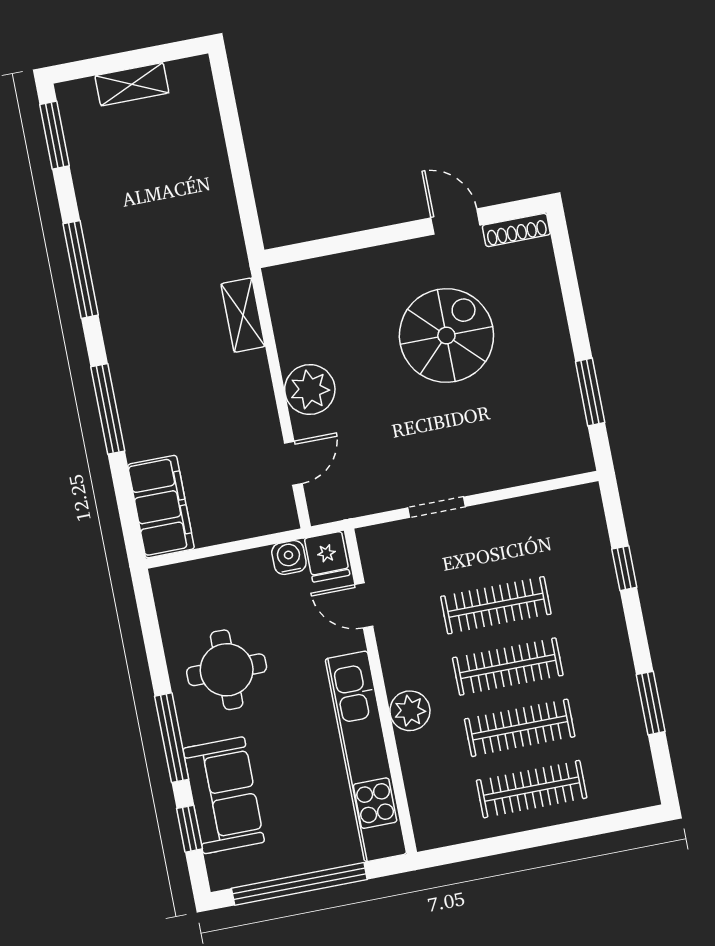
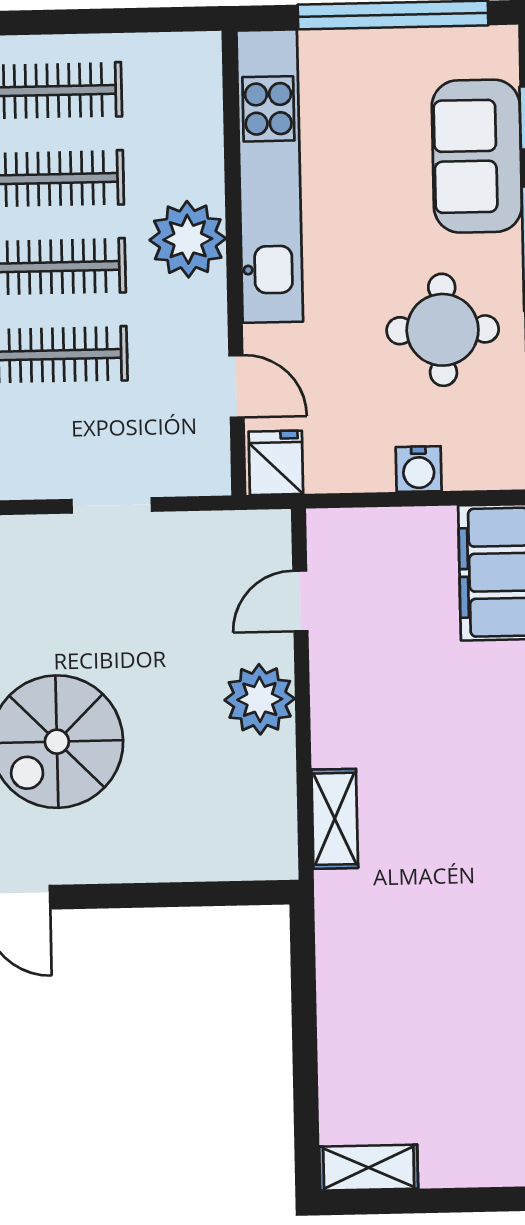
shelving: (132, 84) -> (369, 1168), moved
water cooler: (289, 557) -> (419, 469), moved
plant: (410, 711) -> (188, 239), width x1.36, depth x1.36

